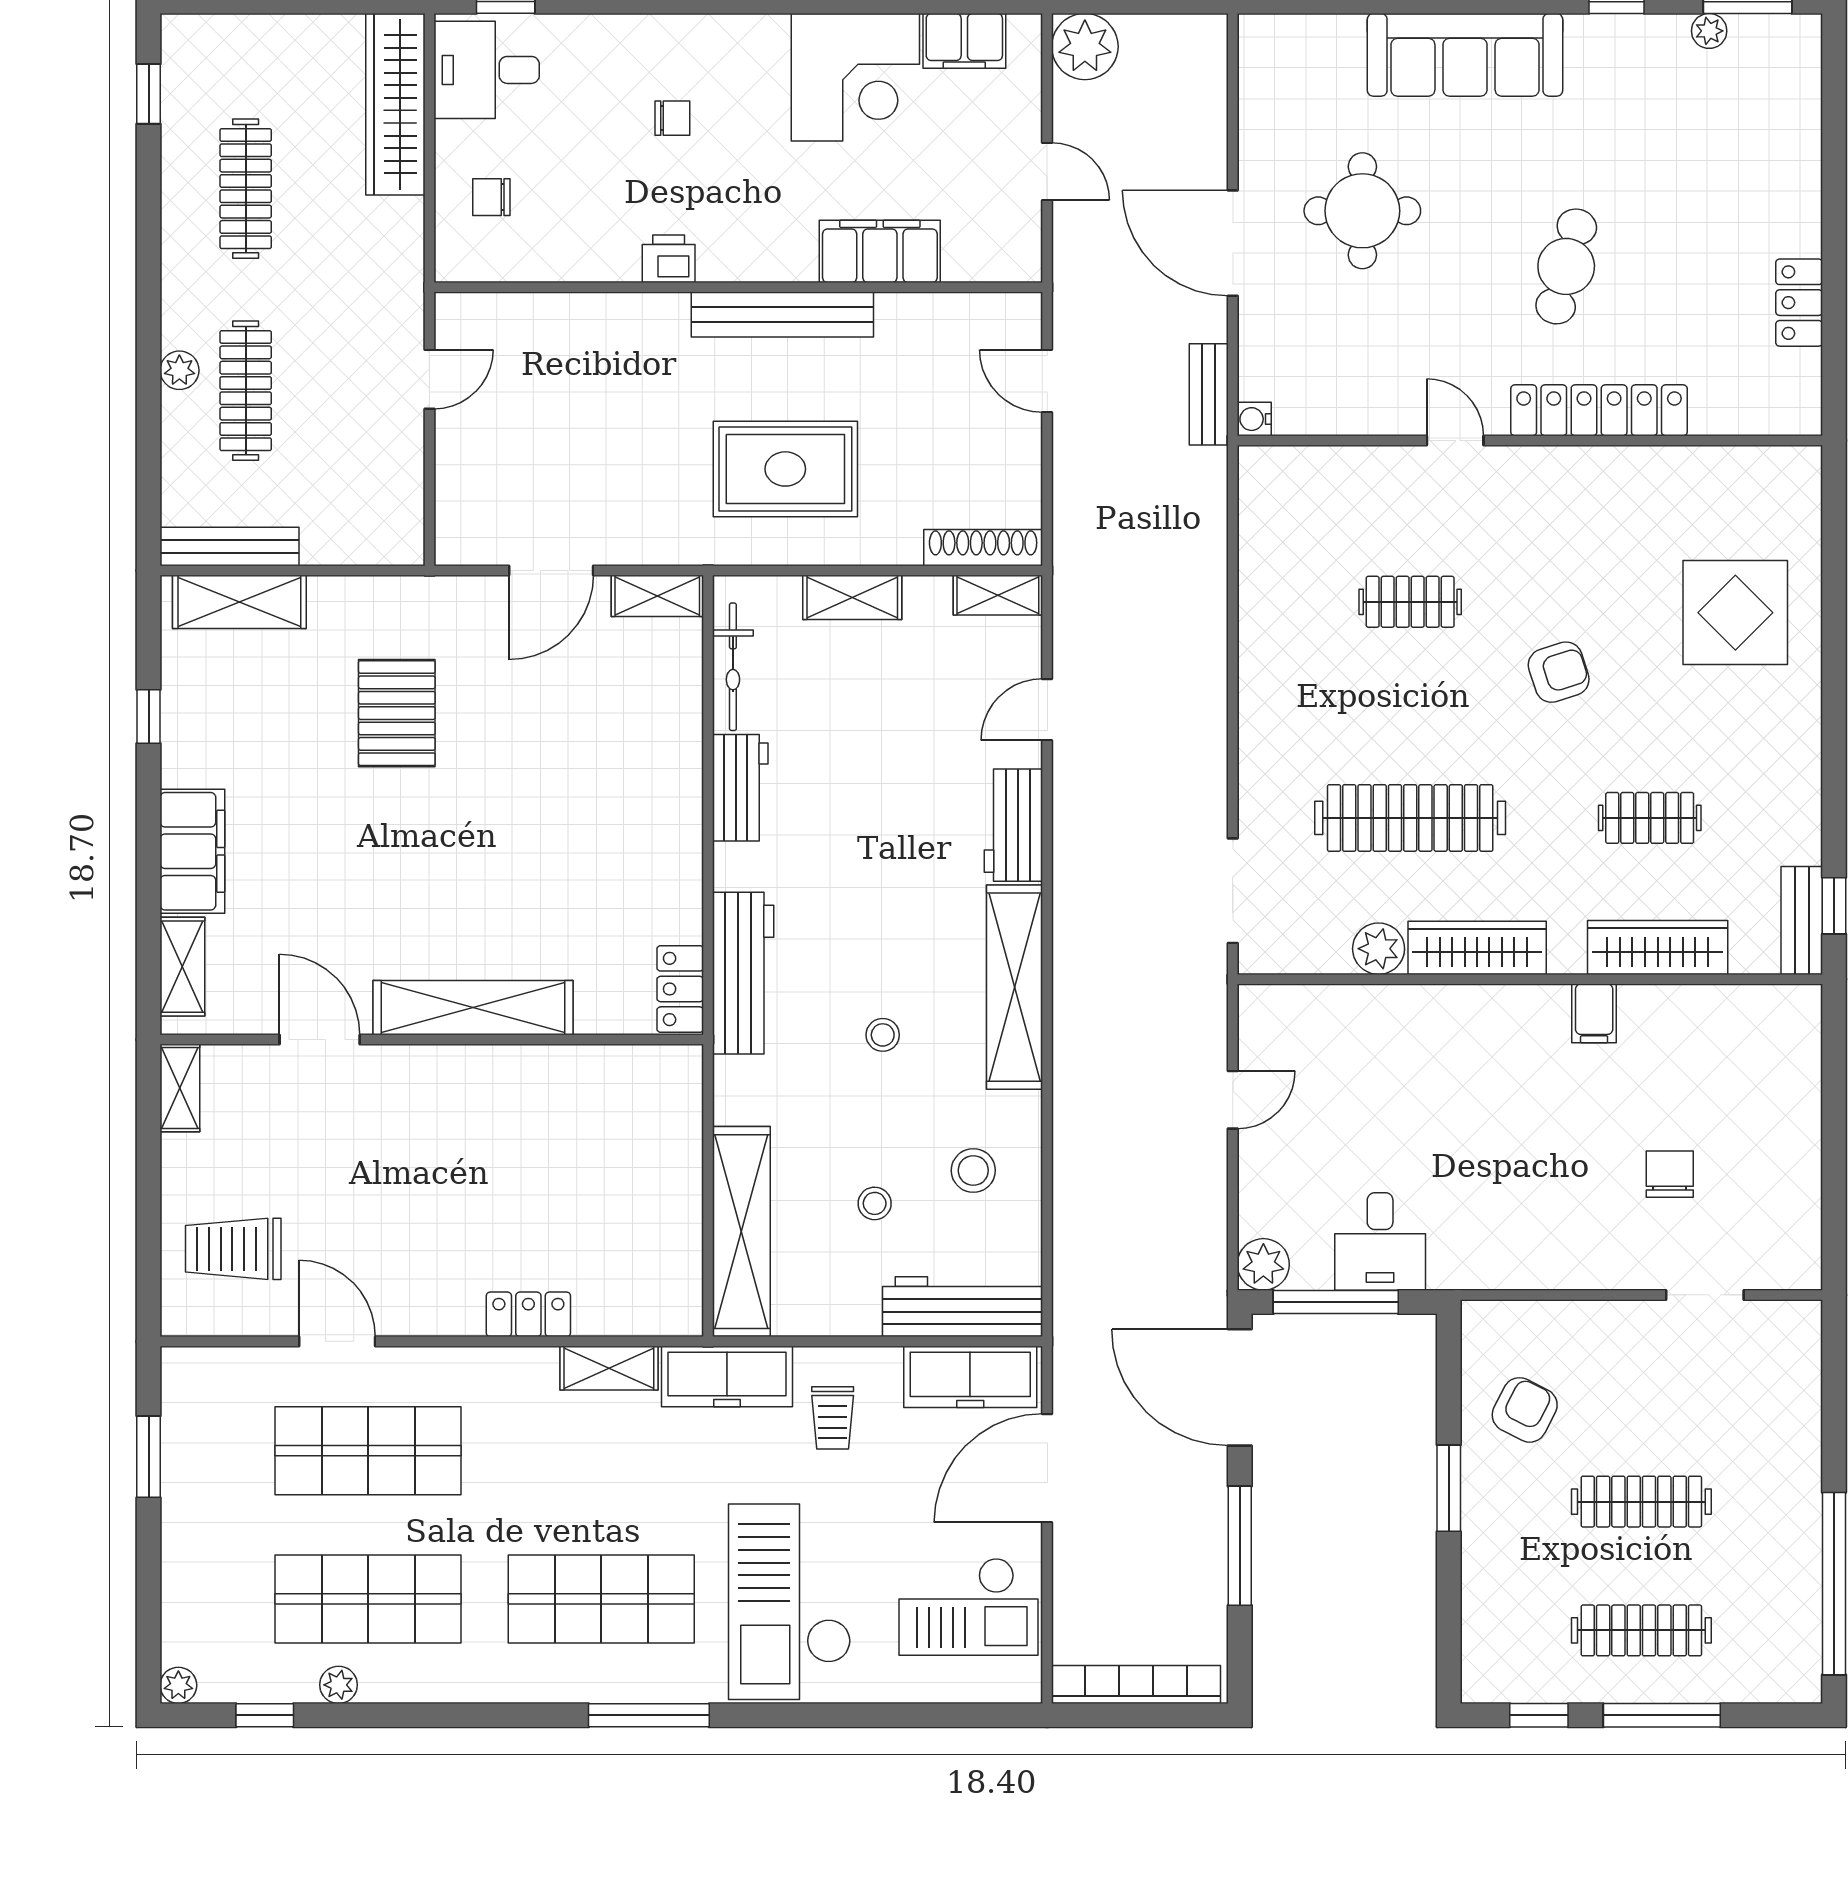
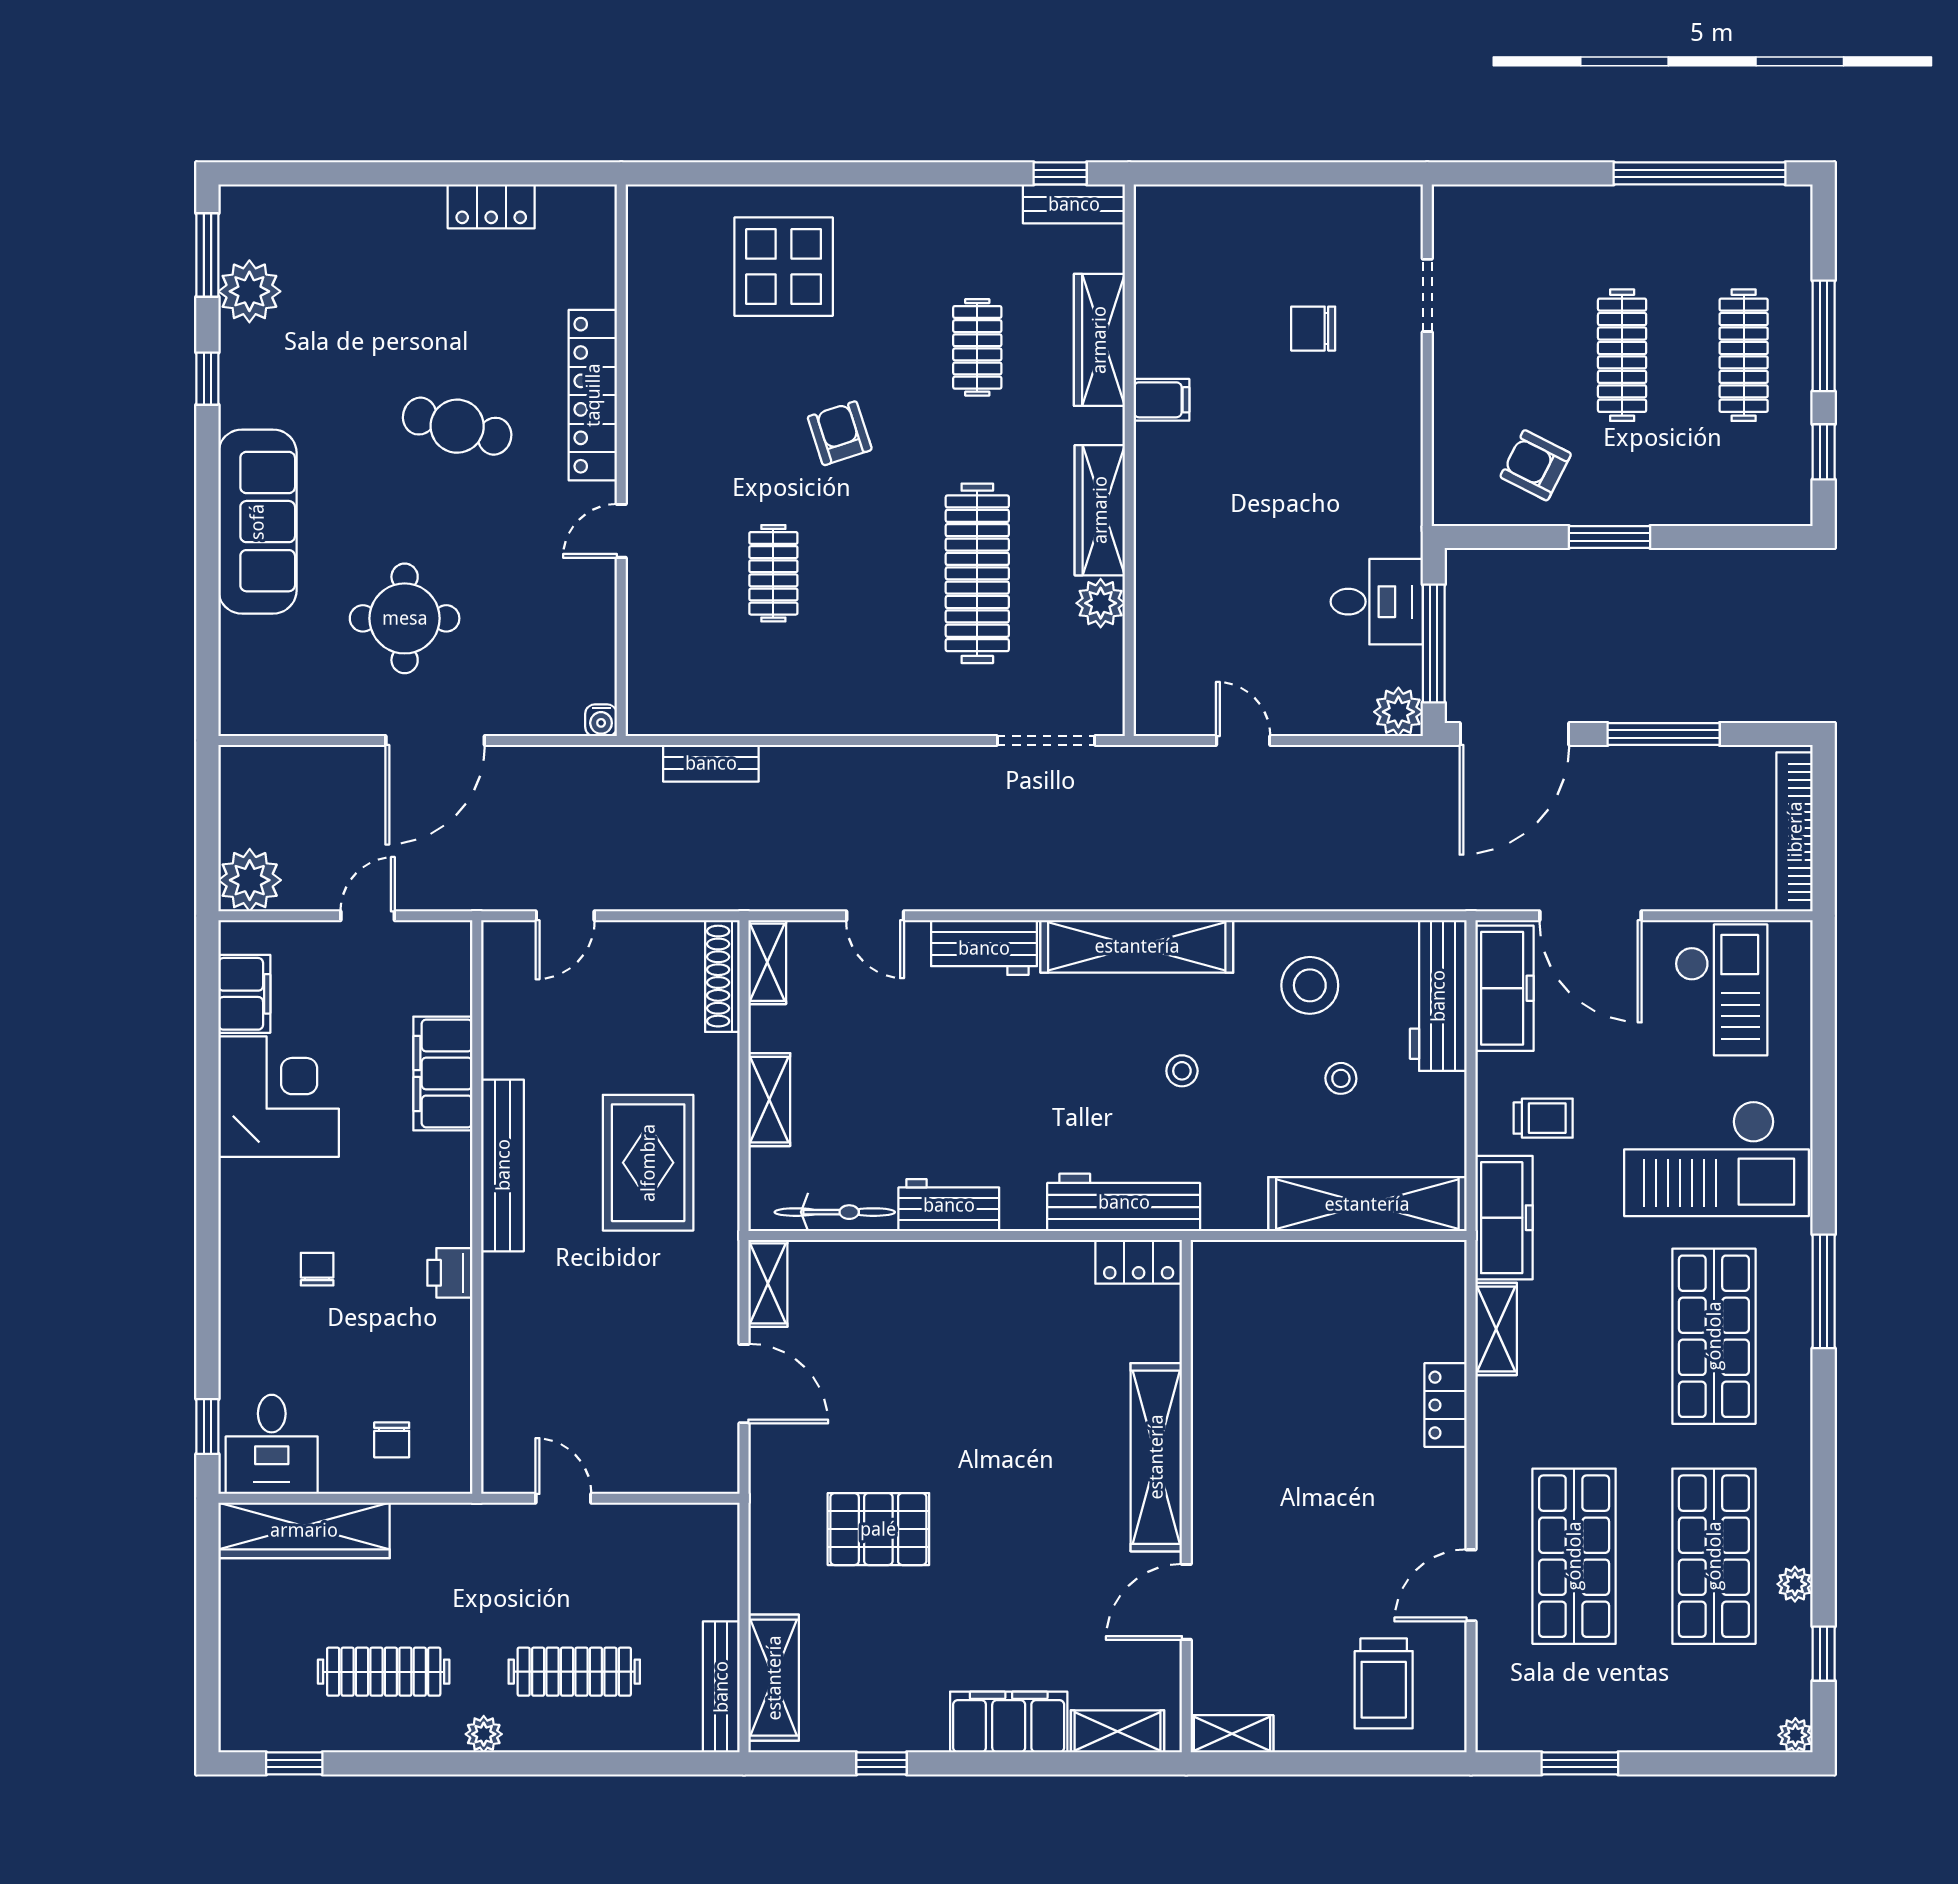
plant: (1709, 31) -> (249, 291), width x1.87, depth x1.87
plant: (179, 370) -> (484, 1734), moved
bench: (1209, 394) -> (711, 763), moved
stool: (973, 1170) -> (1310, 985), width x1.38, depth x1.38

